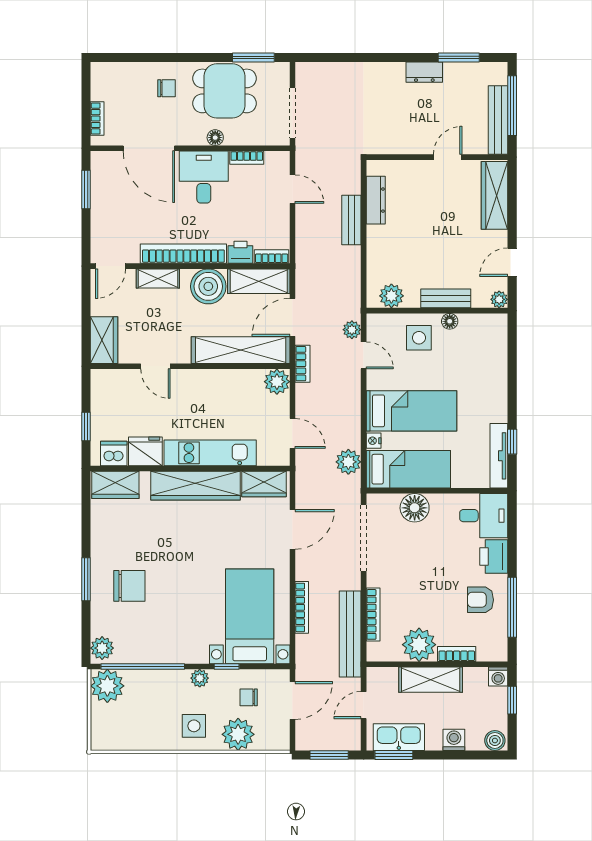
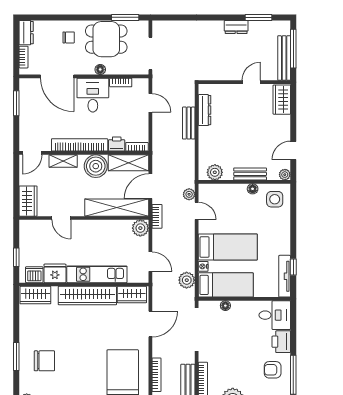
dresser: (101, 81) -> (26, 33), added
wardrobe: (495, 195) -> (282, 100), width x0.67
side table: (419, 338) -> (275, 199), moved
floor lamp: (415, 508) -> (225, 306), width x0.53, depth x0.53

